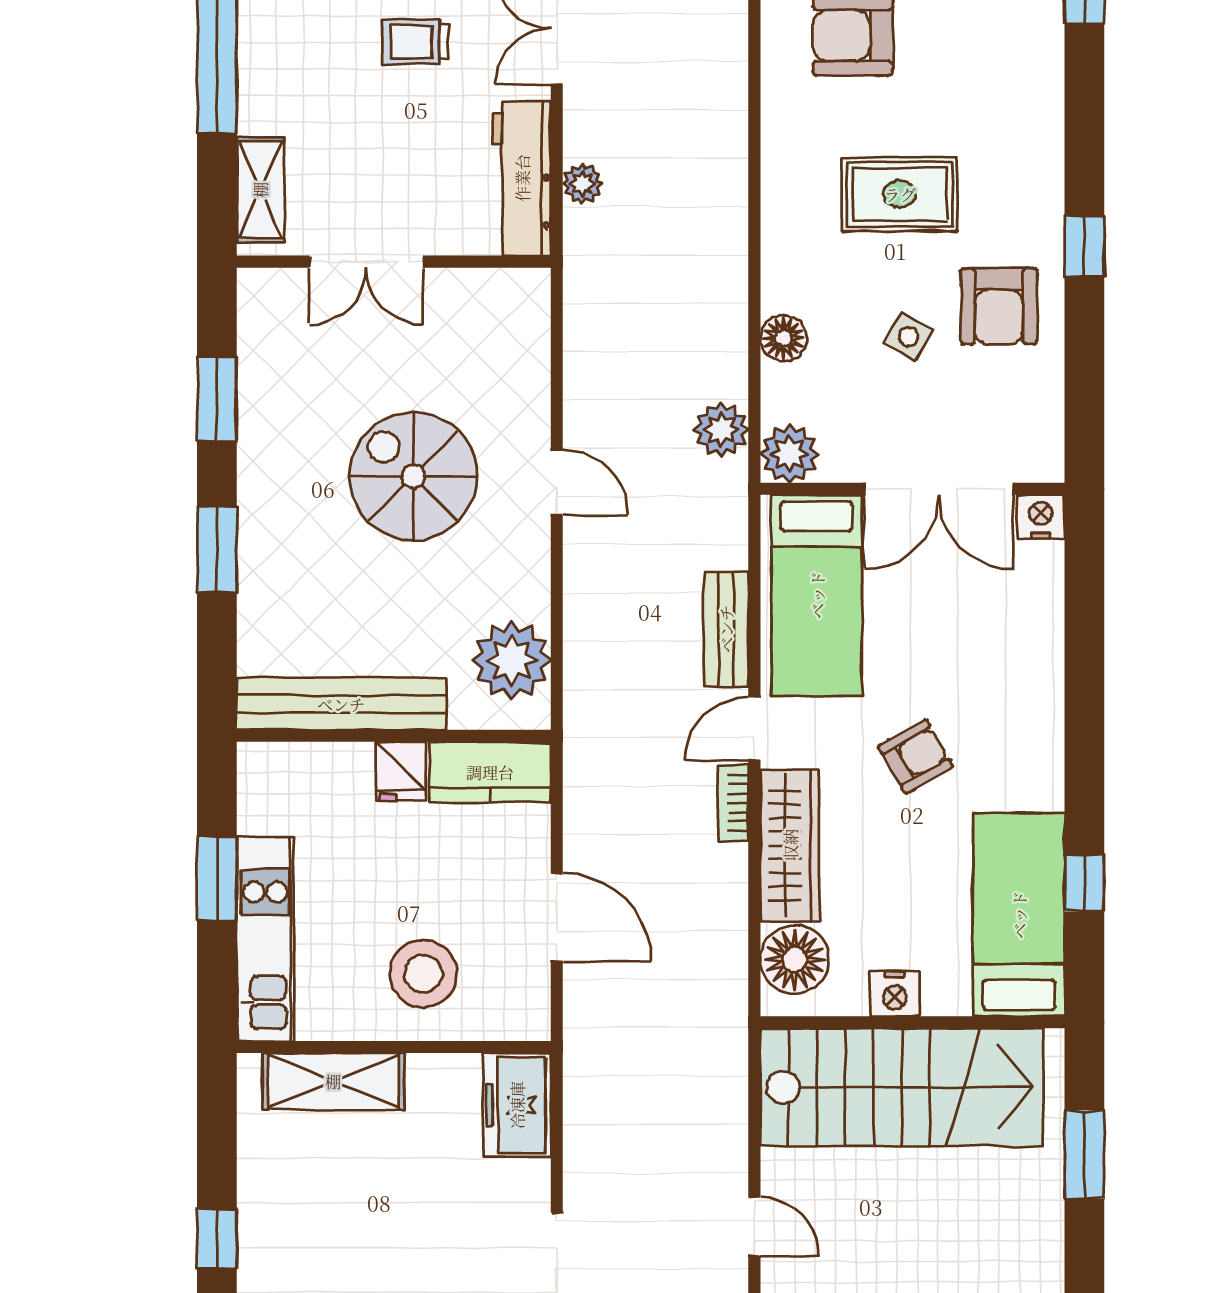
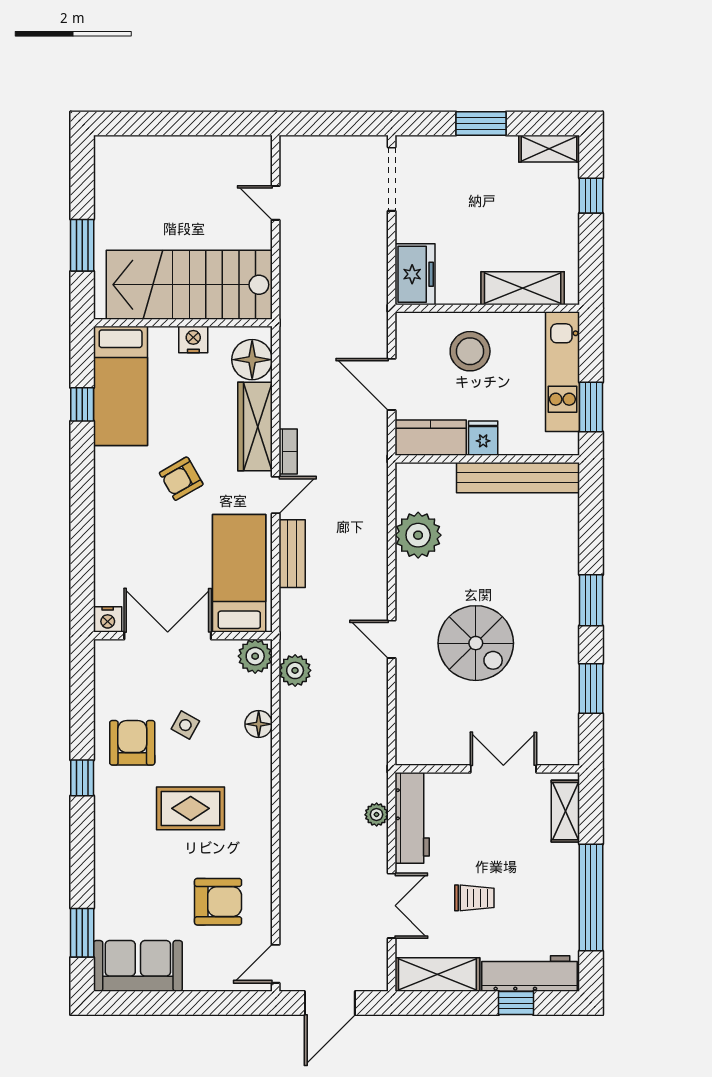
bench: (341, 704) -> (518, 478), moved
wall: (394, 736) -> (487, 459), moved
fridge: (401, 771) -> (483, 438), moved
kitchen counter: (490, 772) -> (431, 438), moved

